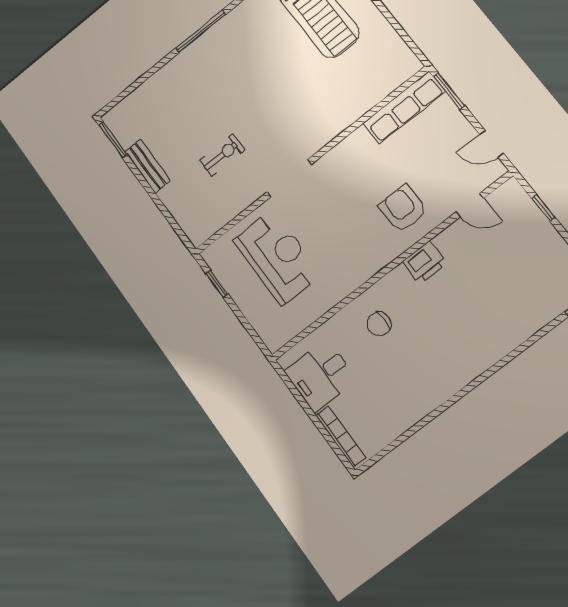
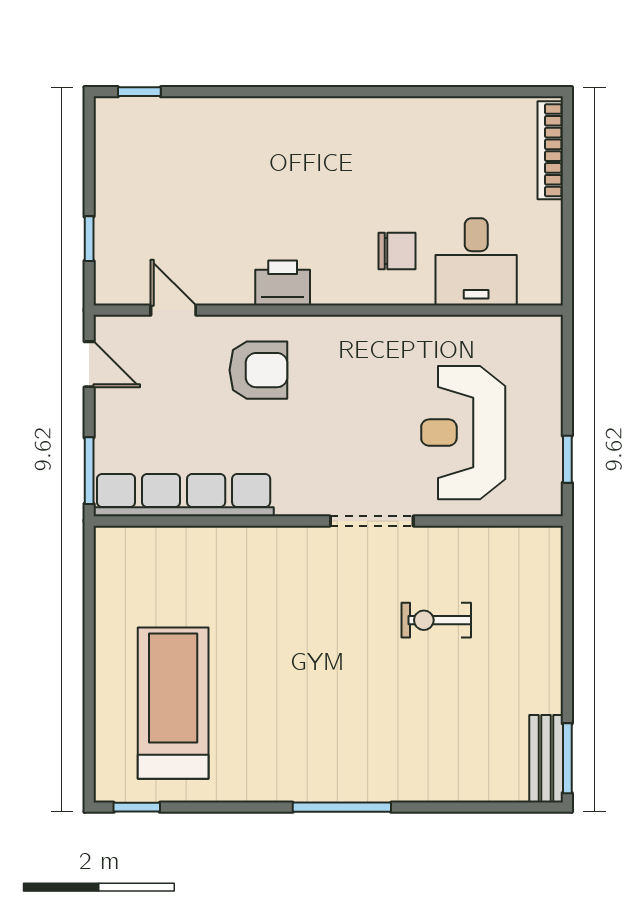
row of seats: (404, 107) -> (184, 495), width x1.36
bench: (148, 166) -> (546, 759), moved
armchair: (403, 209) -> (258, 370), turned -90
desk: (321, 375) -> (476, 262), moved, turned 90

